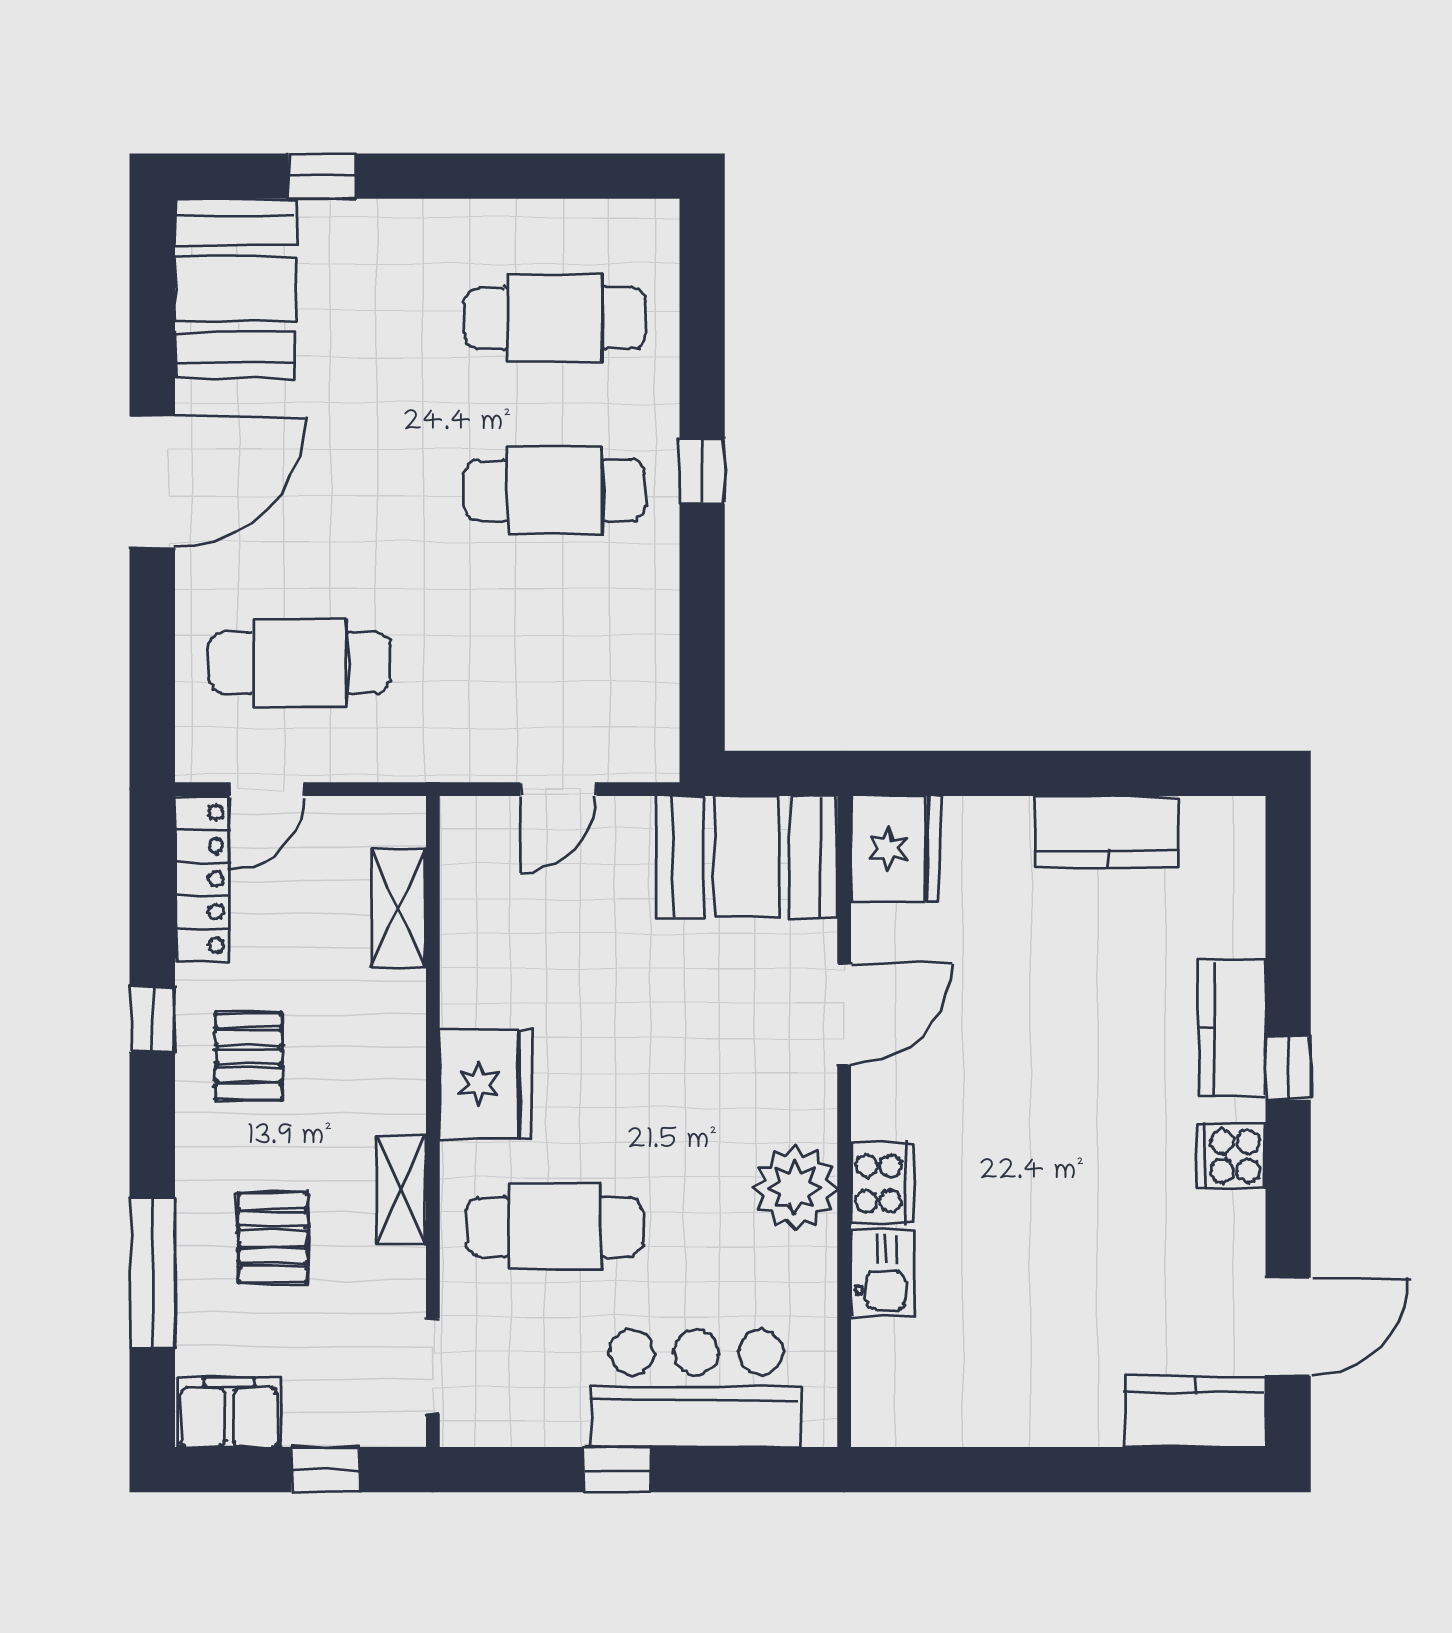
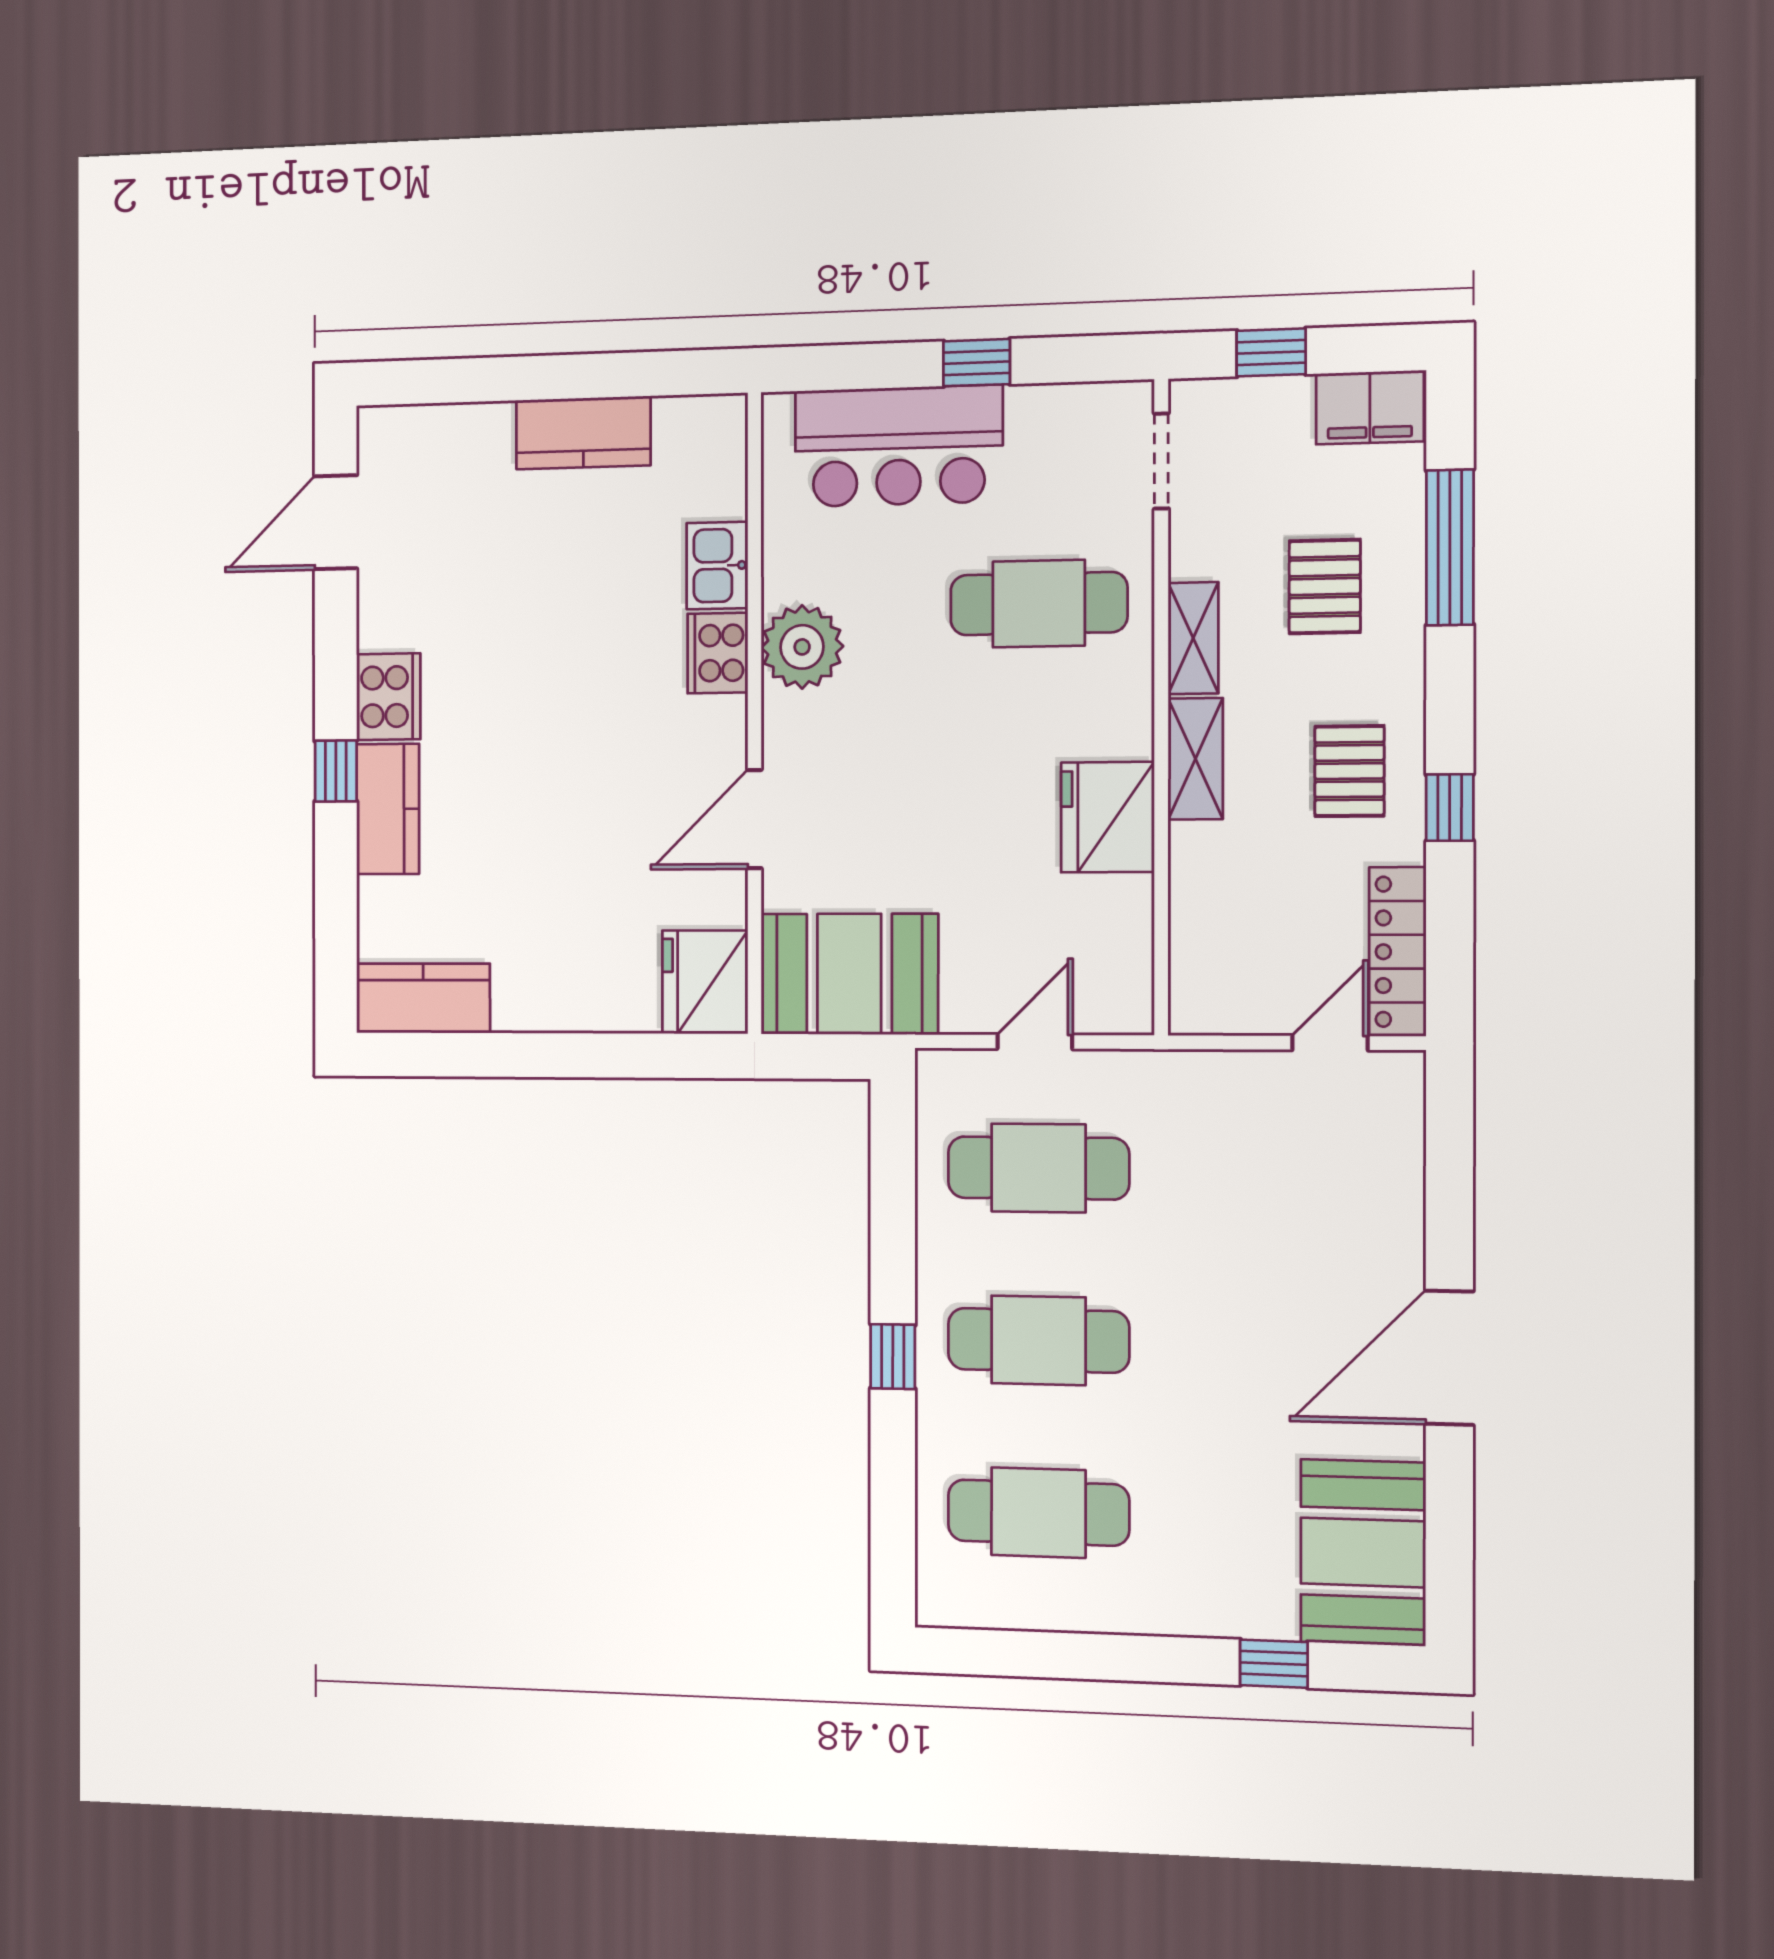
cafe table: (299, 663) -> (1038, 1168), moved
kitchen counter: (1107, 832) -> (423, 998), moved
shelving: (399, 908) -> (1195, 759), moved
fridge: (486, 1084) -> (1108, 817), moved
cooker: (1231, 1156) -> (388, 697), width x1.36
kitchen counter: (1195, 1412) -> (583, 433), moved

